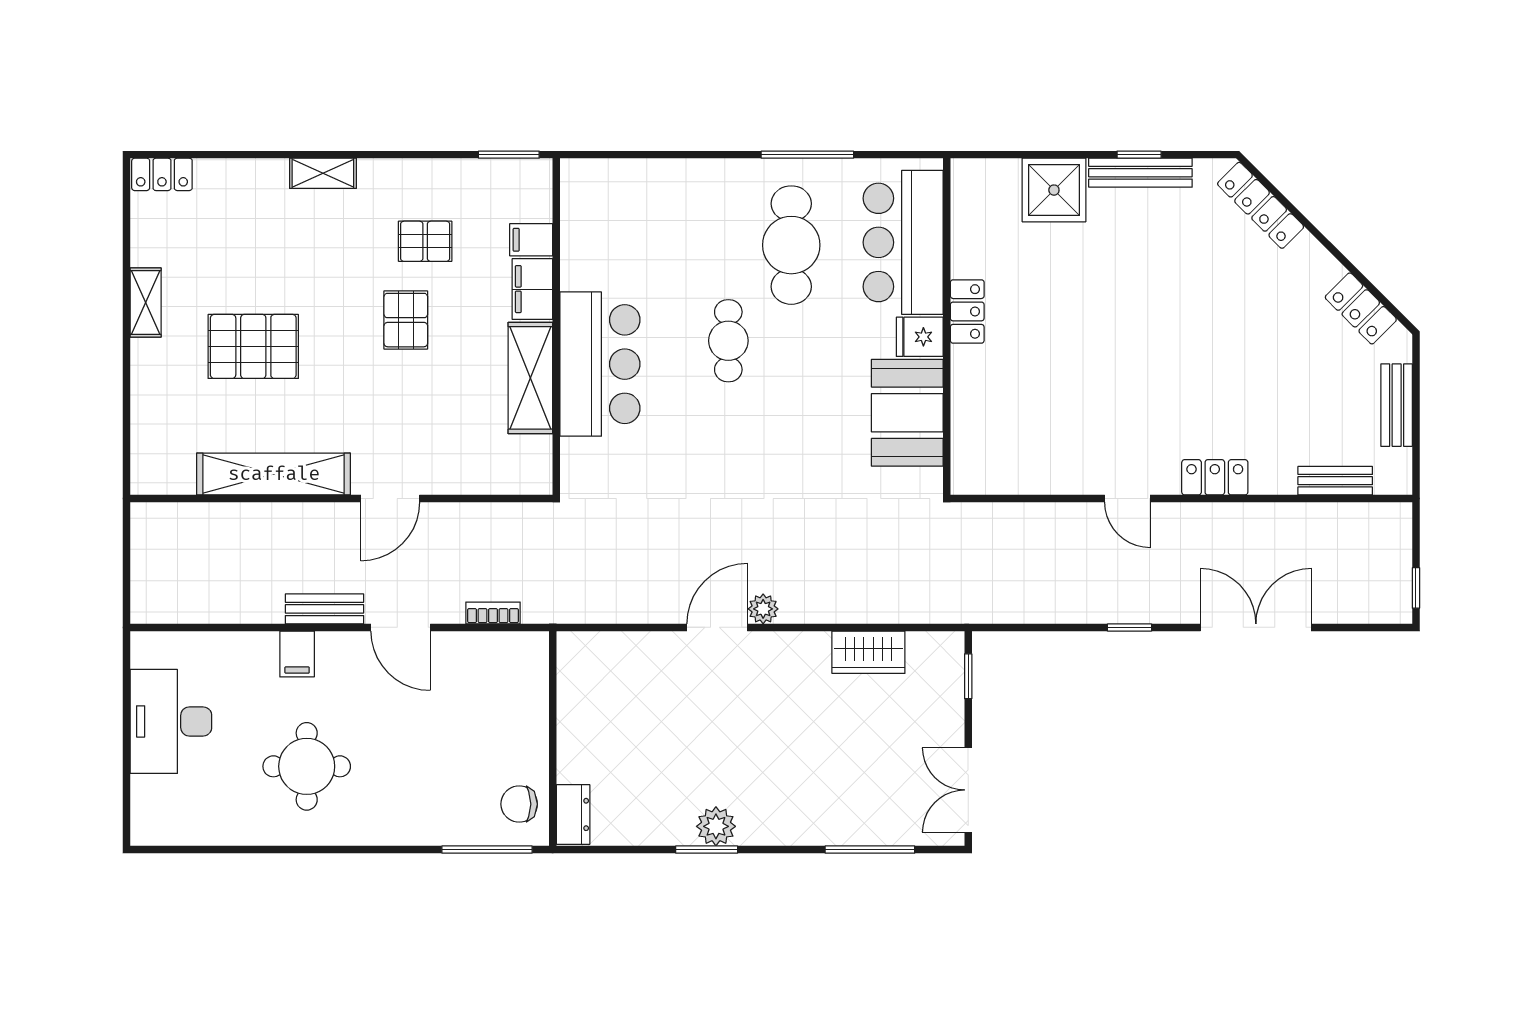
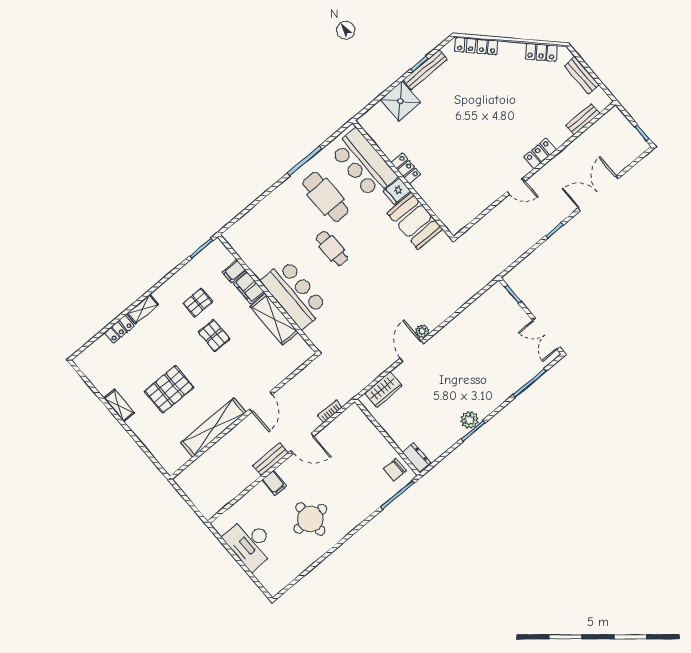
locker: (162, 174) -> (119, 329), moved
wardrobe: (868, 652) -> (383, 390), moved

